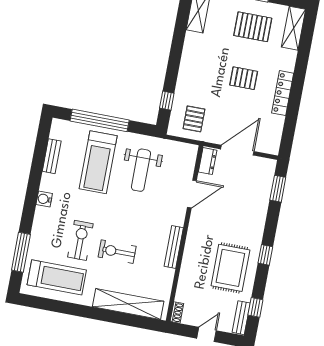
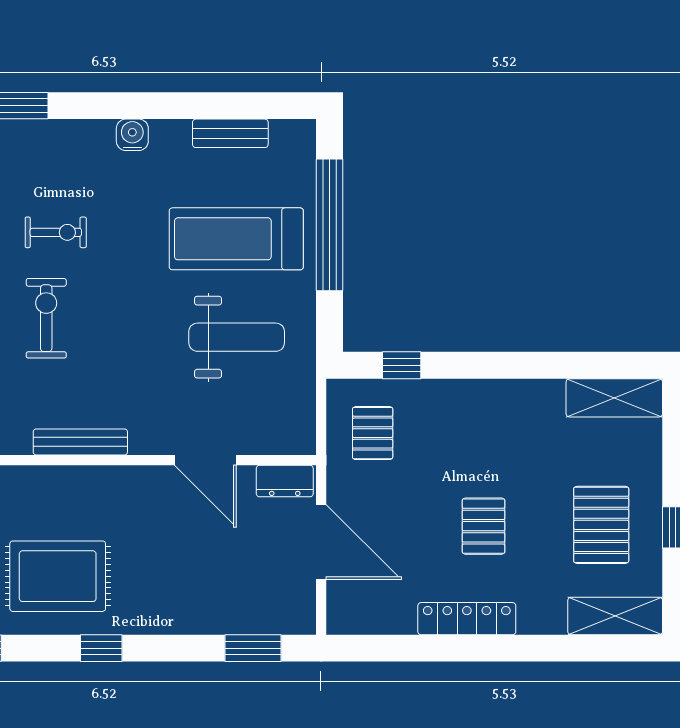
pallet: (194, 119) -> (373, 433), turned 90
weight bench: (141, 170) -> (237, 337), turned 180
exercise bike: (80, 240) -> (56, 232), width x0.73, depth x0.72

